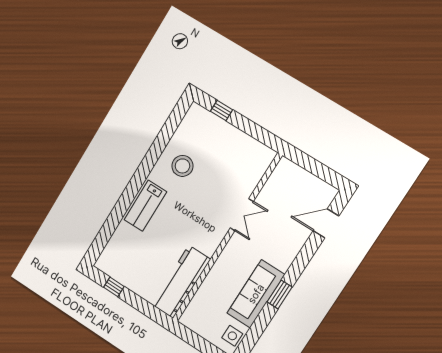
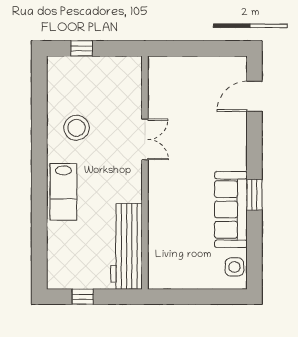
double door: (242, 215) -> (145, 139), moved
wall: (227, 238) -> (145, 173), moved
workbench: (181, 282) -> (127, 246), moved

